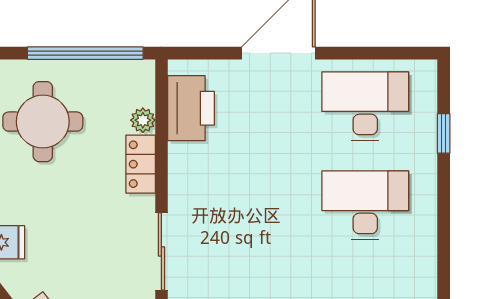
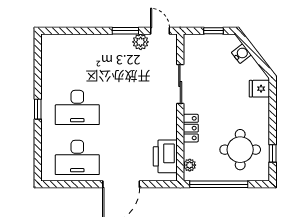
plant: (143, 120) -> (190, 165), moved
window: (444, 133) -> (38, 109), moved

